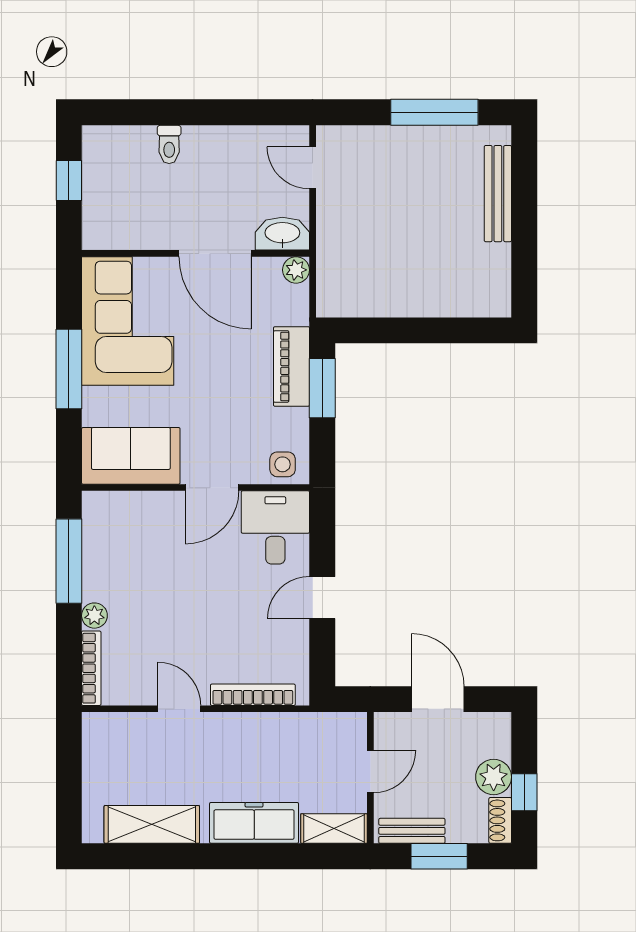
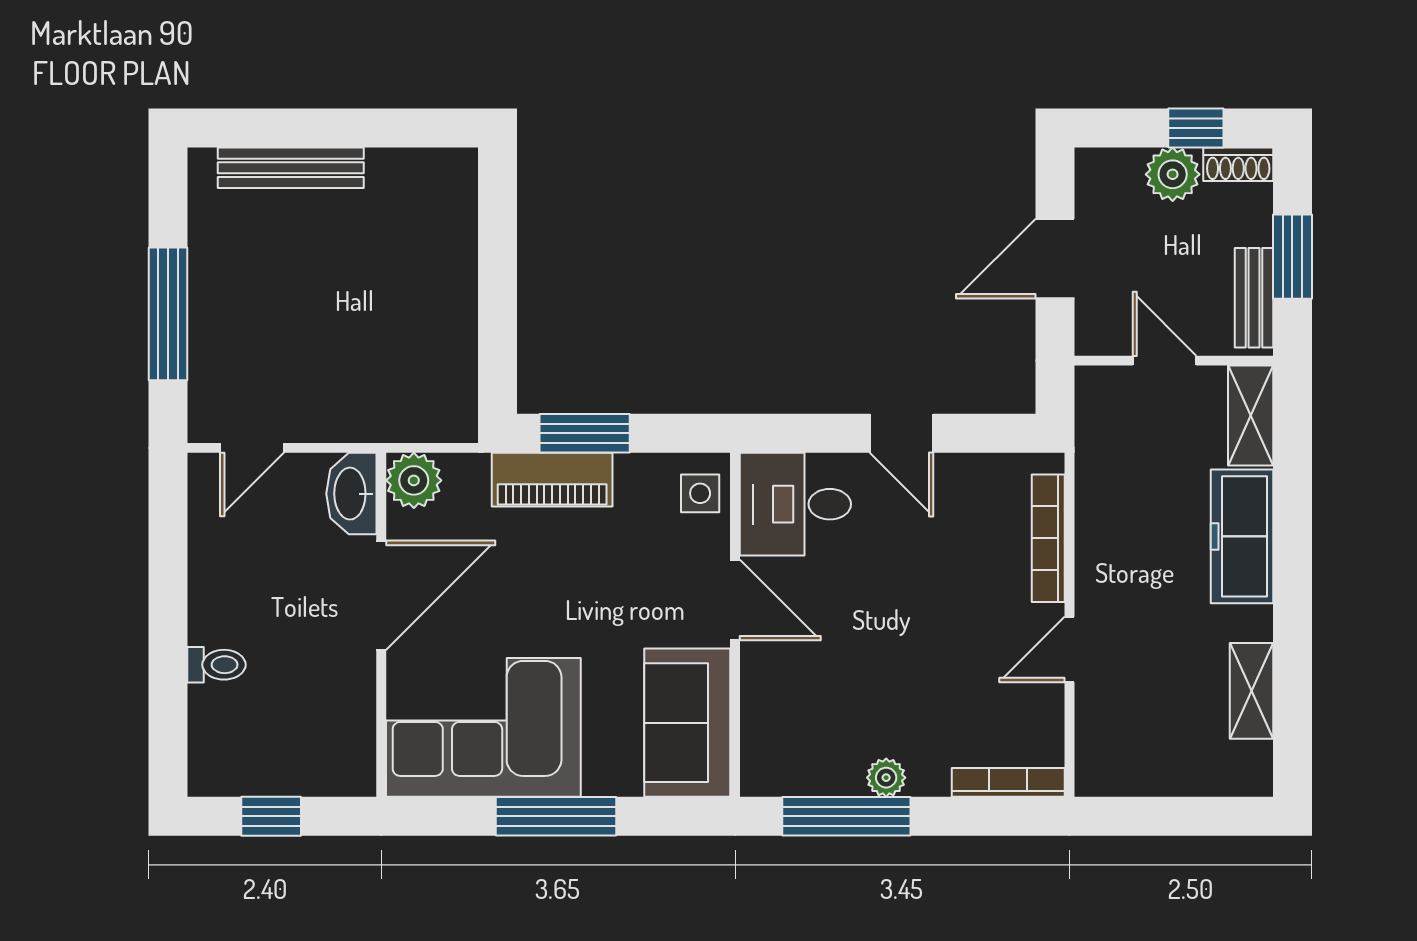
window: (434, 112) -> (168, 314), moved
plant: (296, 270) -> (414, 480), width x1.38, depth x1.38
plant: (94, 616) -> (886, 778), moved
shelving: (152, 824) -> (1252, 691), width x0.67, depth x0.75

